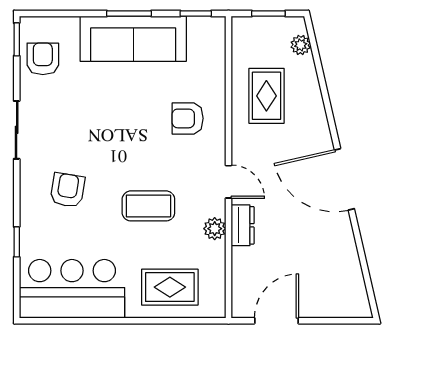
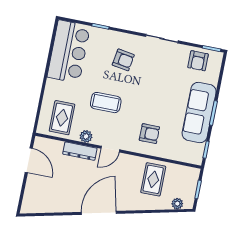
armchair: (43, 59) -> (198, 61), turned 90
rug: (266, 96) -> (153, 179), turned 90
armchair: (188, 118) -> (149, 134), turned 90
coffee table: (148, 206) -> (106, 103), turned 90
dresser: (243, 225) -> (80, 151), width x1.44
rug: (170, 287) -> (62, 118), moved

